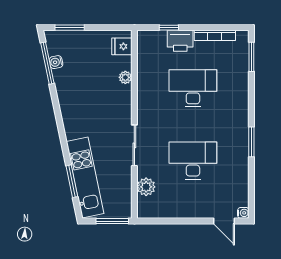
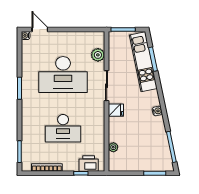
printer: (180, 41) -> (89, 163), moved
fridge: (122, 46) -> (116, 110), moved
water cooler: (56, 62) -> (157, 111), moved
plant: (125, 77) -> (113, 147), moved
desk: (193, 160) -> (63, 74), width x1.36, depth x1.30

